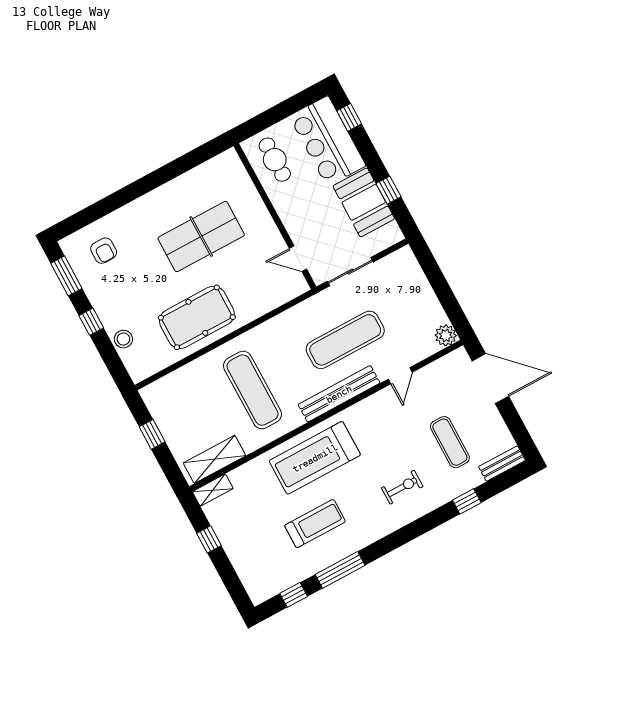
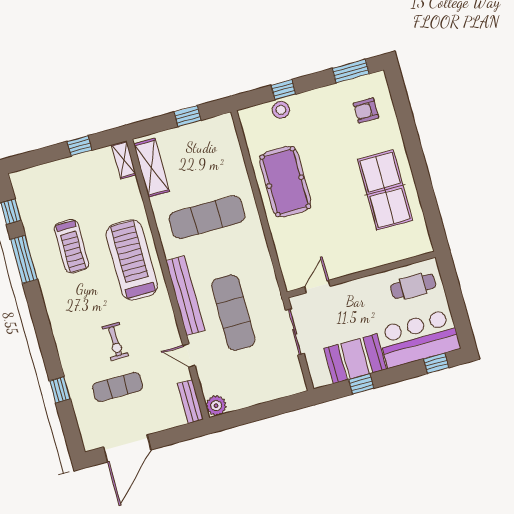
table tennis table: (201, 237) -> (385, 190), moved
window: (91, 322) -> (283, 90), moved
door: (490, 379) -> (127, 448), moved
bench: (502, 464) -> (190, 402), moved
exercise bike: (402, 487) -> (115, 341), moved

